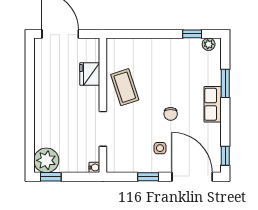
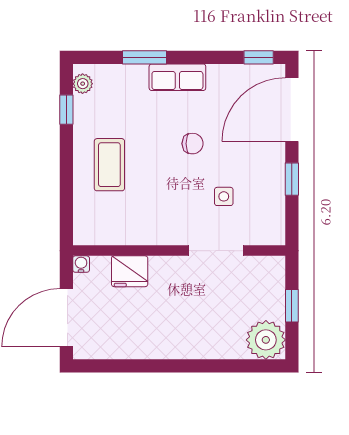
coffee table: (125, 87) -> (109, 165), moved, turned -72
side table: (160, 148) -> (224, 196), moved
water cooler: (94, 167) -> (81, 264), moved
window: (51, 177) -> (292, 306), moved

